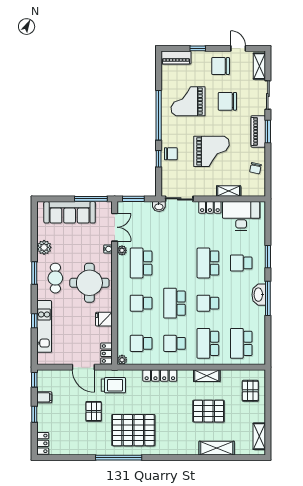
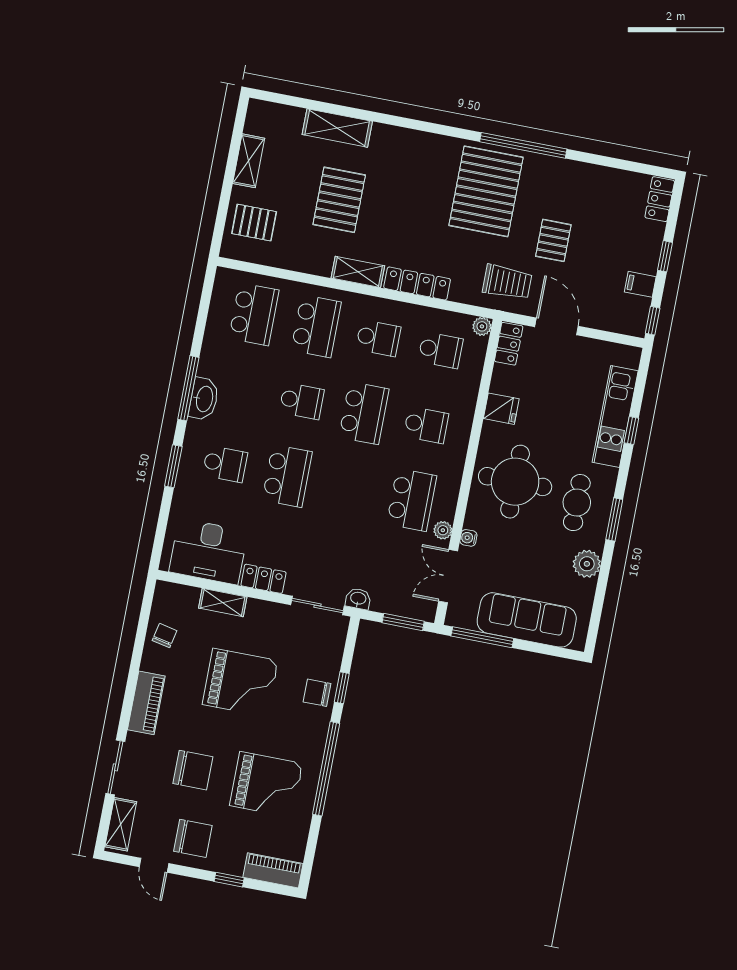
window: (268, 131) -> (128, 699), removed
grand piano: (212, 151) -> (240, 683), turned 180
shelving: (207, 376) -> (358, 272), moved
trolley: (113, 385) -> (507, 282), turned 180
pallet: (250, 391) -> (254, 223), turned 90
pallet: (209, 411) -> (339, 200), turned 90
pallet: (133, 430) -> (486, 191), turned 90
shelving: (259, 436) -> (249, 161), moved

